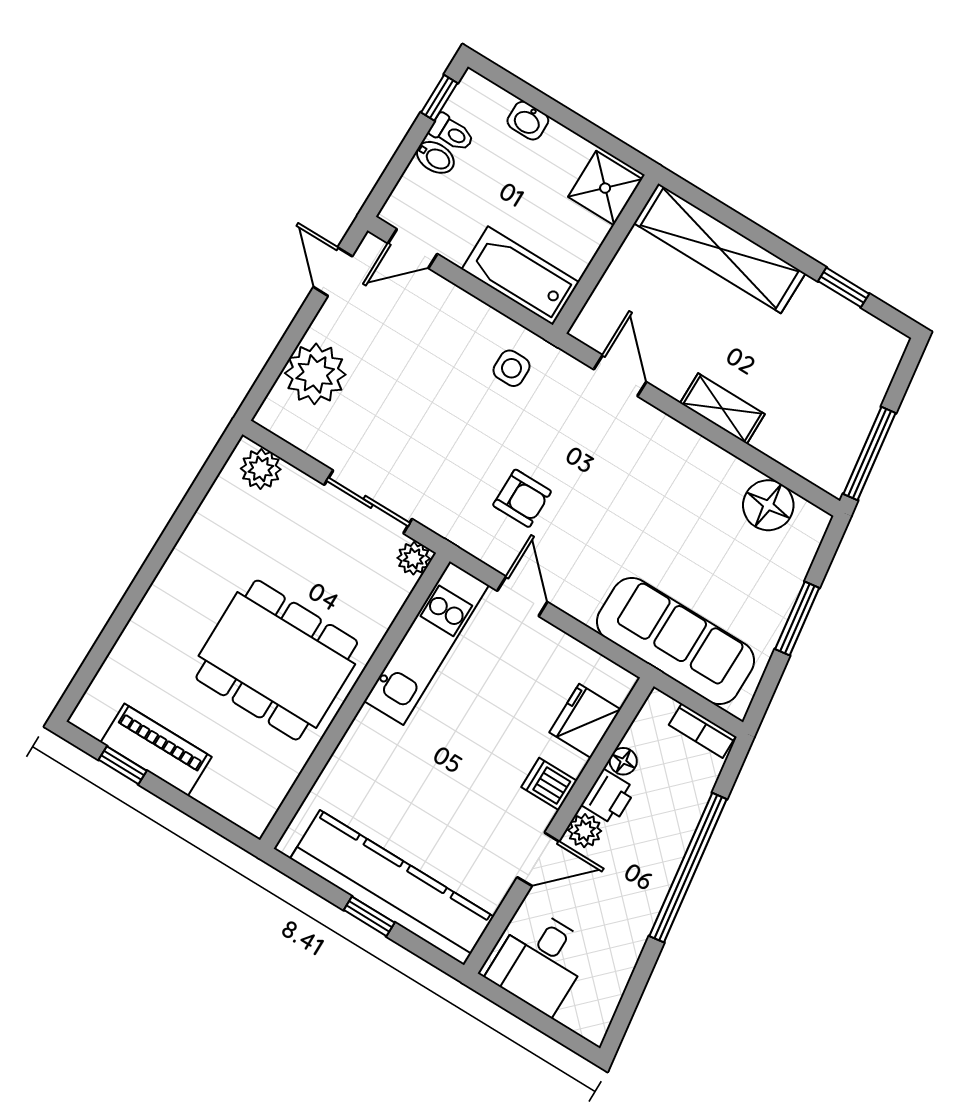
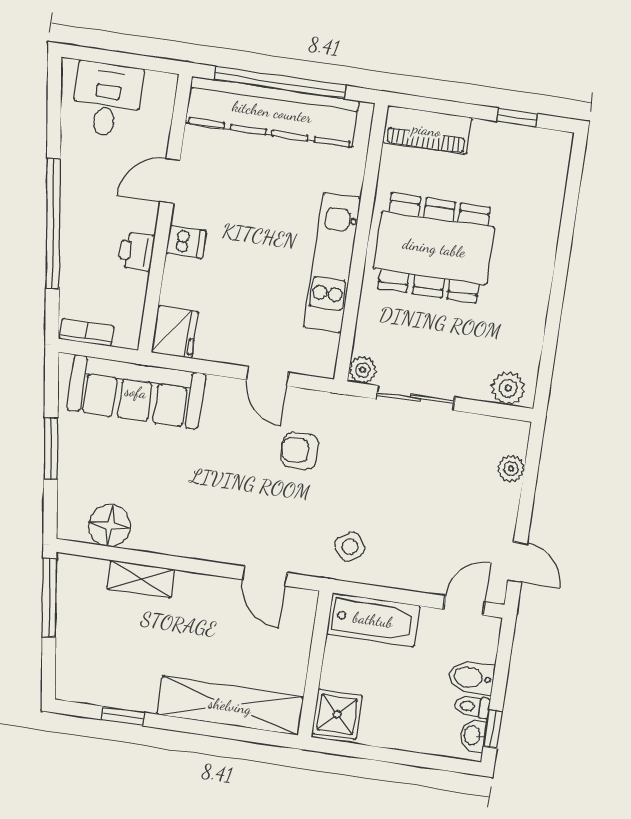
washbasin: (528, 121) -> (473, 735), moved, turned -90
bidet: (435, 157) -> (471, 677), width x1.38, depth x1.36
side table: (511, 368) -> (350, 547), turned -36
plant: (315, 374) -> (511, 468), width x0.53, depth x0.53
shelving: (722, 409) -> (141, 579), moved
kitchen unit: (427, 643) -> (332, 263), moved
fridge: (585, 721) -> (175, 332), moved
piano: (156, 750) -> (427, 130), moved
floor lamp: (623, 761) -> (137, 283), removed
plant: (585, 831) -> (144, 218), removed
window: (369, 916) -> (280, 83), width x3.17
desk: (540, 961) -> (107, 100), moved

